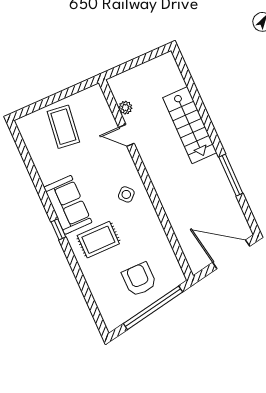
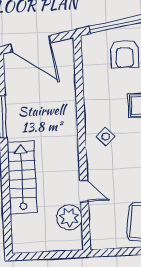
plant: (125, 108) -> (69, 217), width x1.88, depth x1.88

